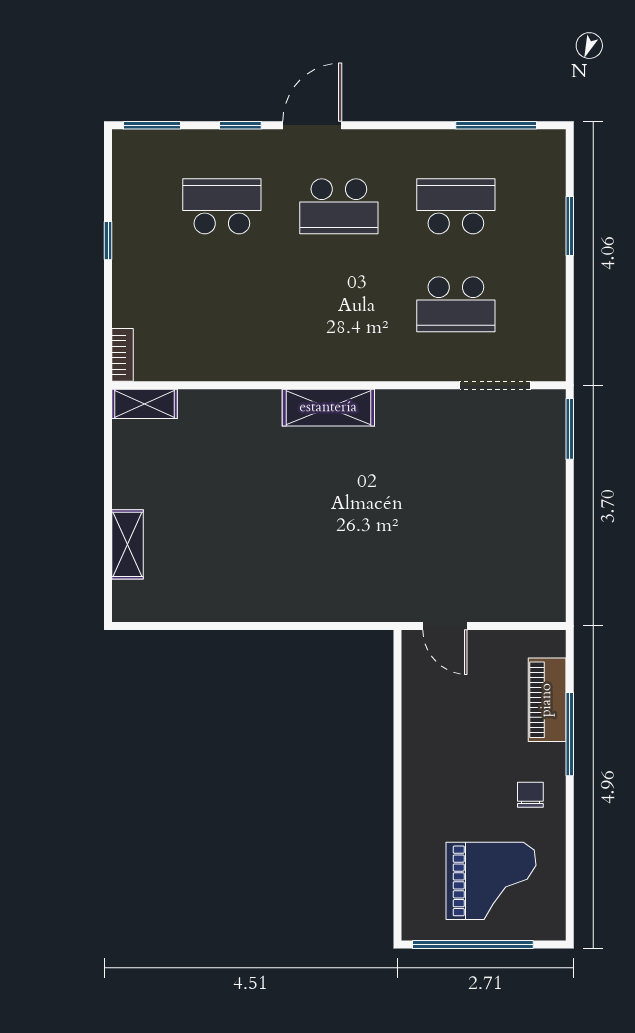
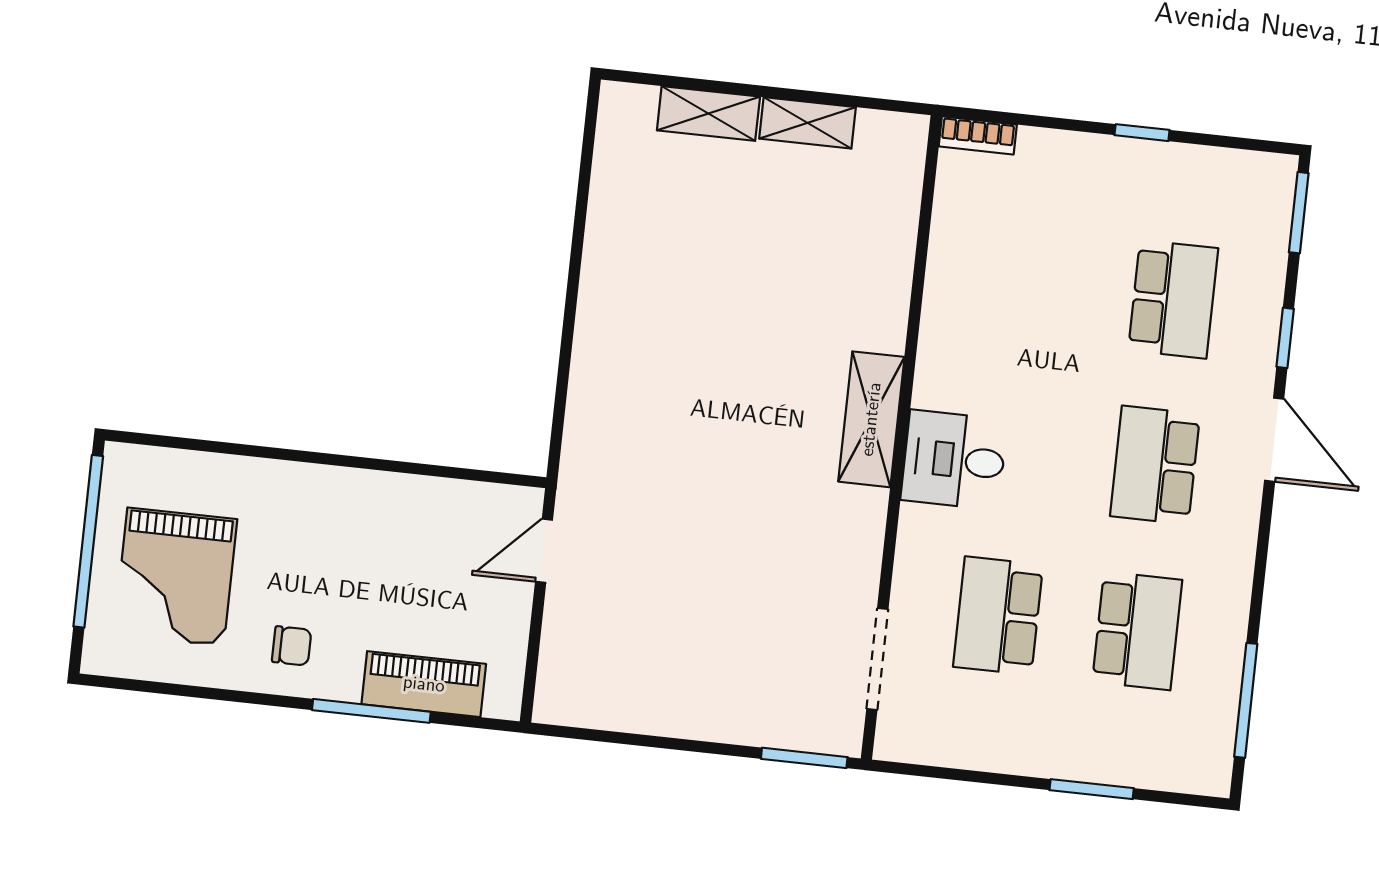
desk: (351, 347) -> (954, 460), added
shelving: (145, 404) -> (808, 123), moved, turned 90

